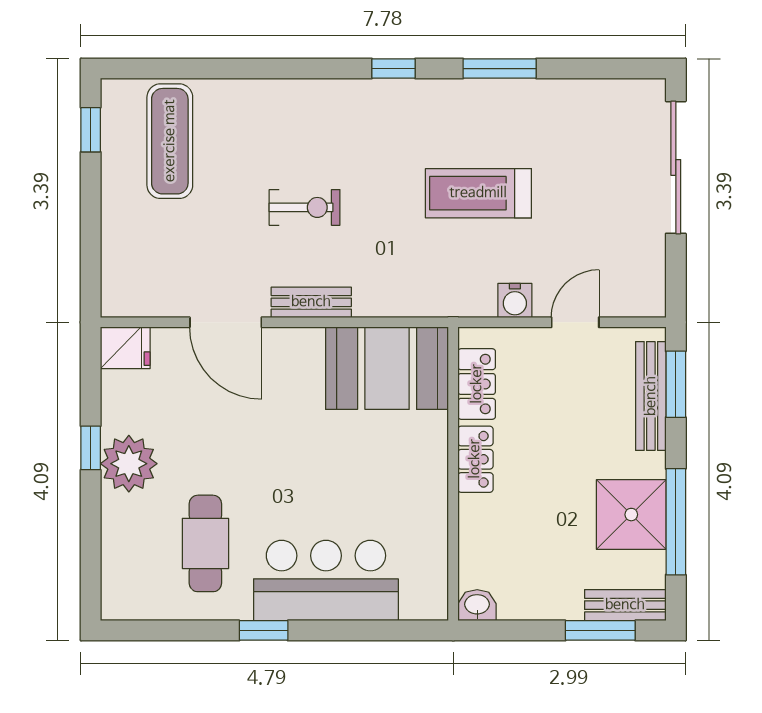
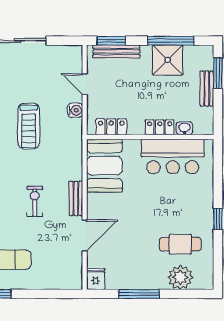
window: (91, 448) -> (139, 294), width x2.17
locker: (475, 459) -> (160, 127), moved
plant: (129, 464) -> (180, 277), moved
bar counter: (326, 580) -> (173, 156), moved, turned -90
washbasin: (477, 605) -> (184, 128), moved, turned 90
bench: (625, 605) -> (207, 89), moved

